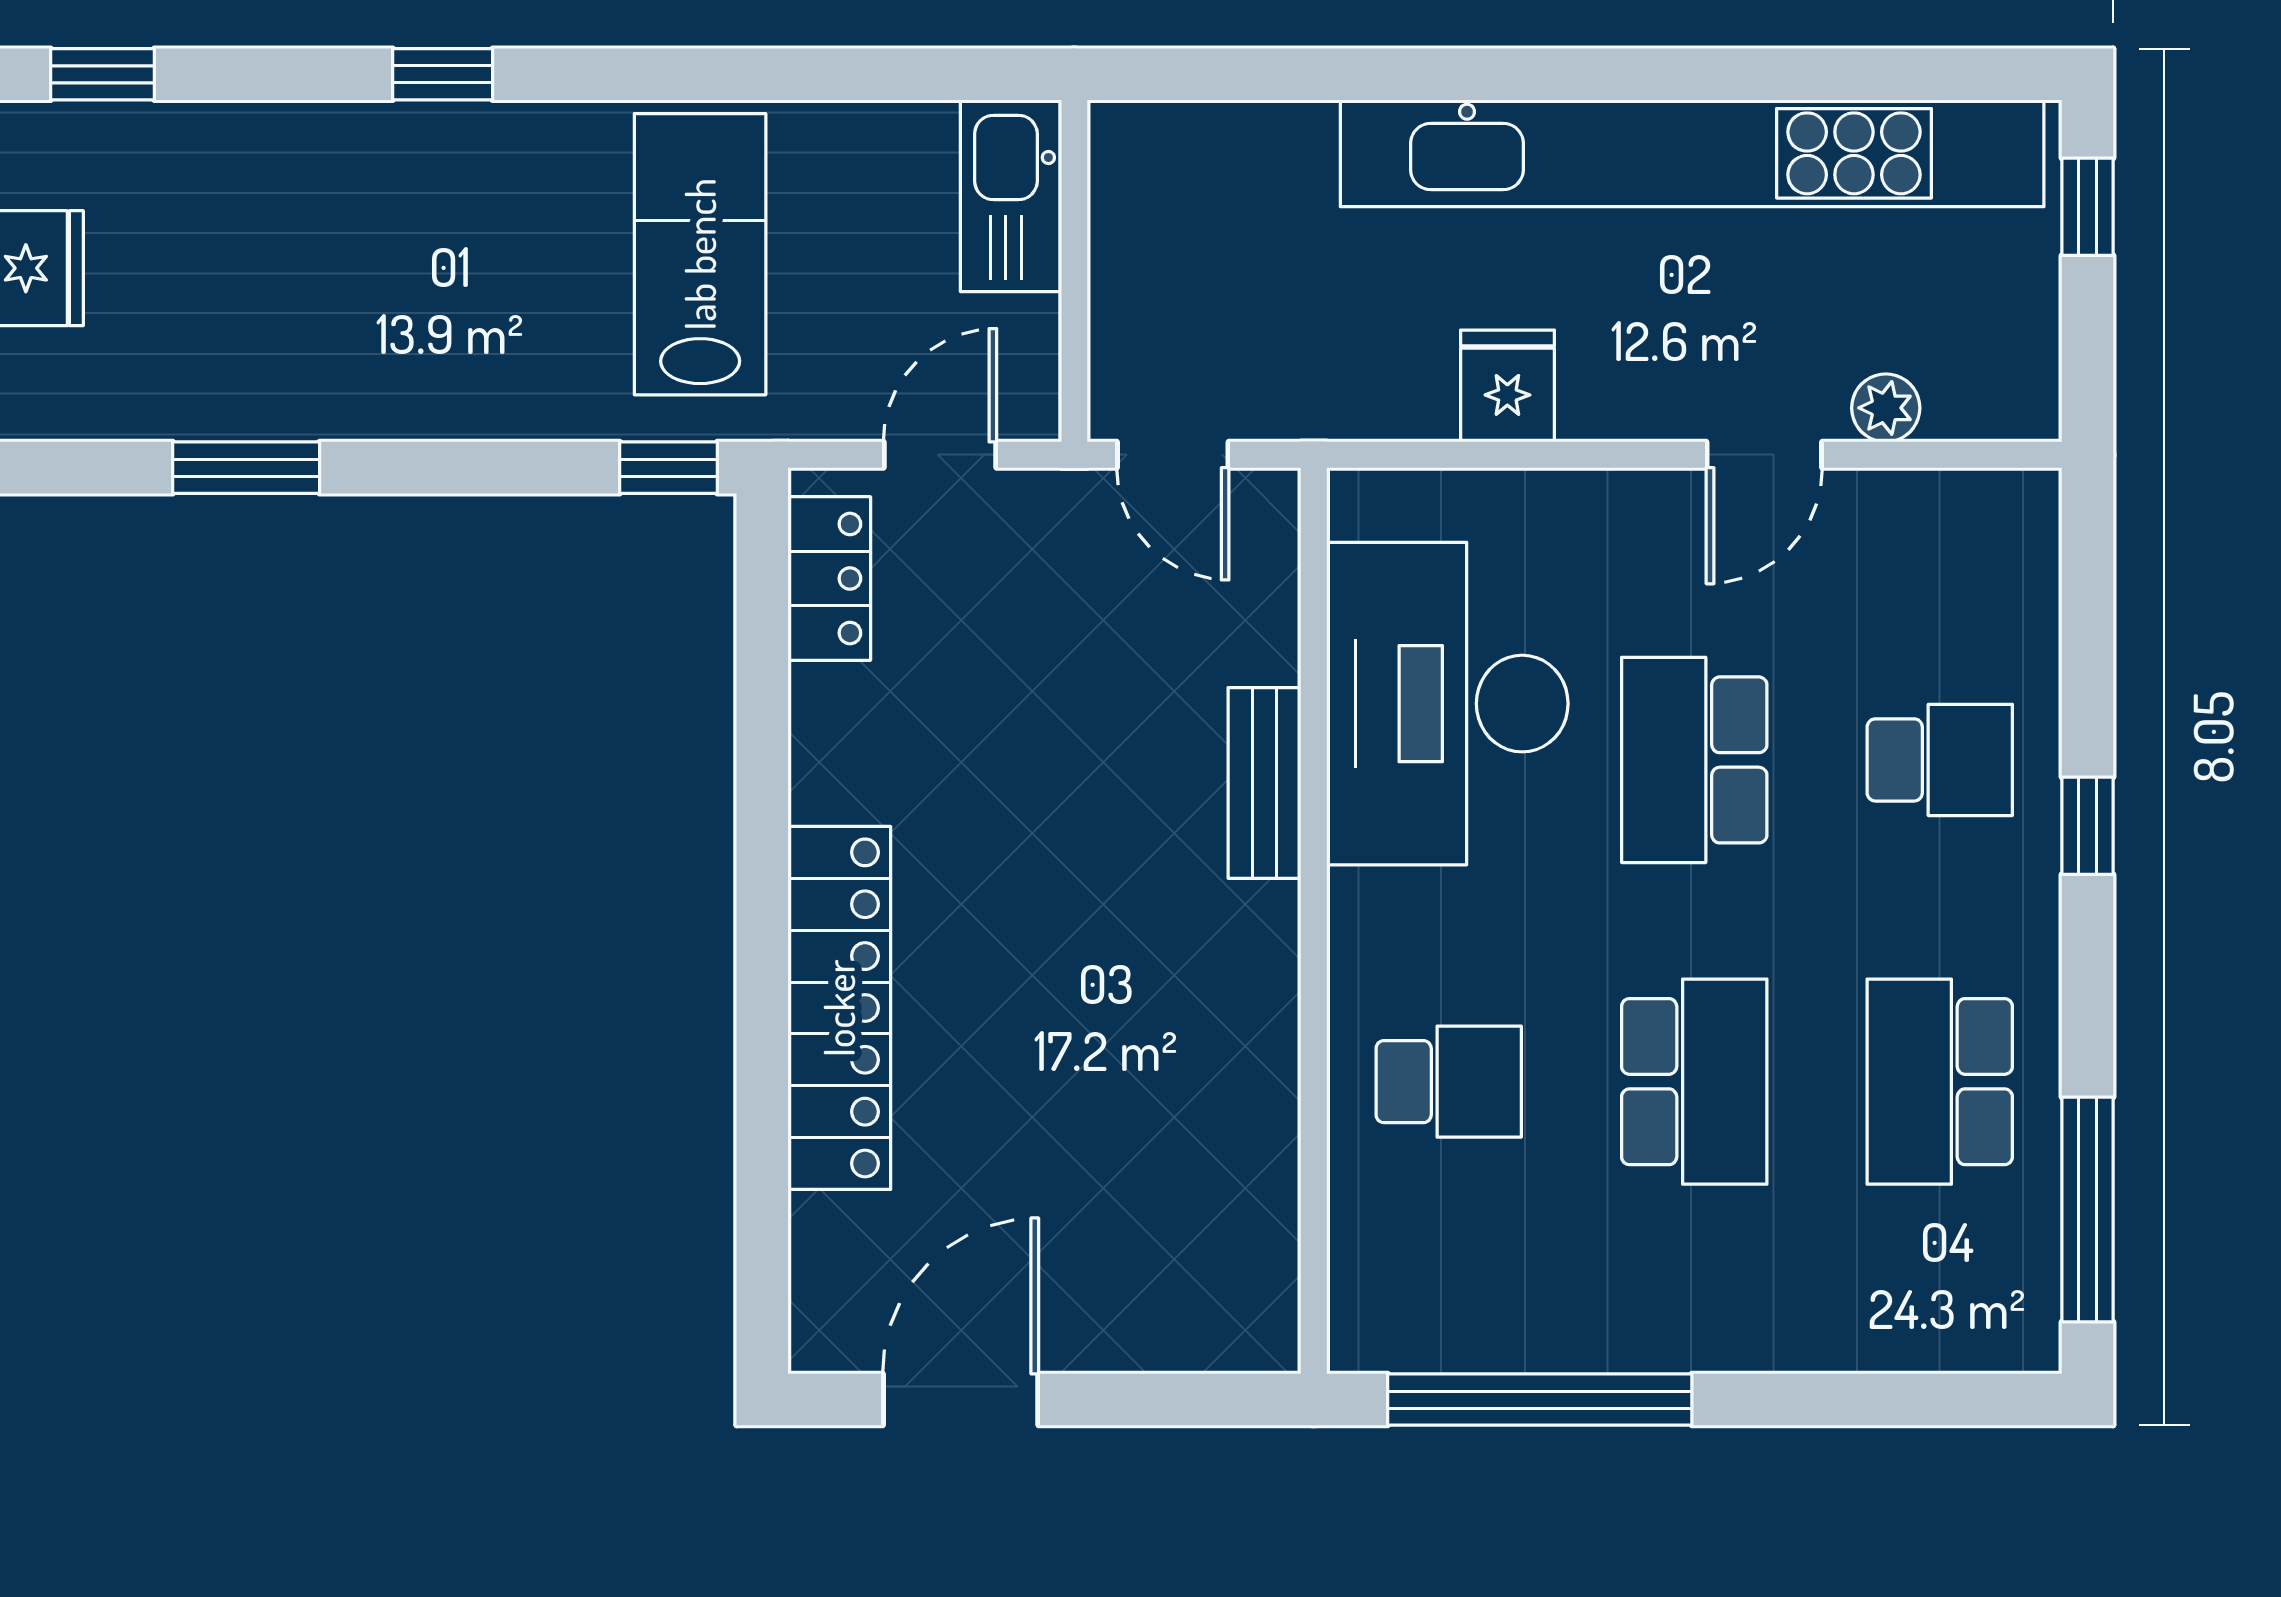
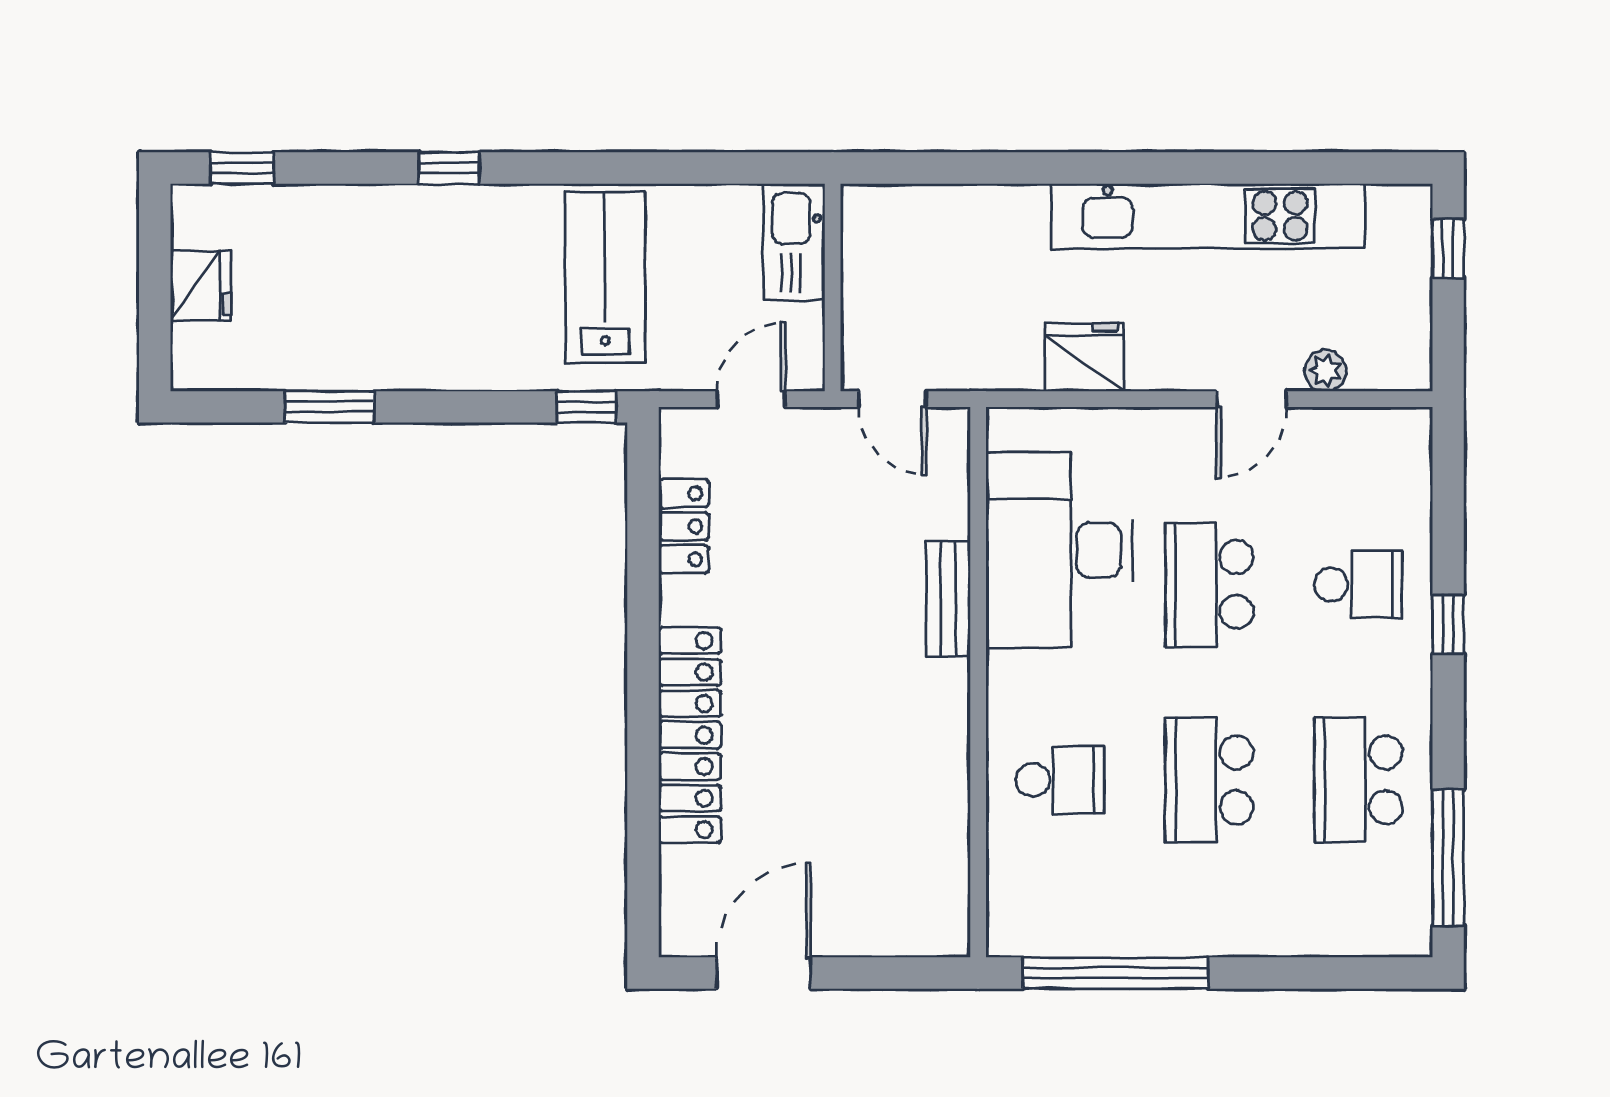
kitchen unit: (1692, 153) -> (1208, 216), width x0.73
fridge: (1507, 386) -> (1085, 357), width x1.38
locker: (829, 578) -> (684, 526), moved
school desk: (1694, 1082) -> (1209, 780), turned 180

